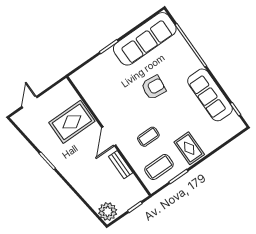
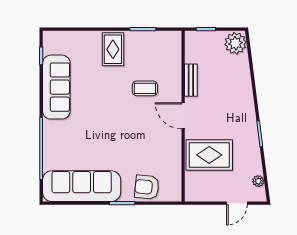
armchair: (154, 87) -> (147, 187), moved
plant: (25, 128) -> (258, 181), added
door: (109, 136) -> (183, 116), swing flipped
coffee table: (159, 167) -> (155, 52), removed

